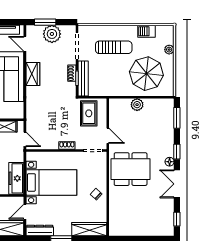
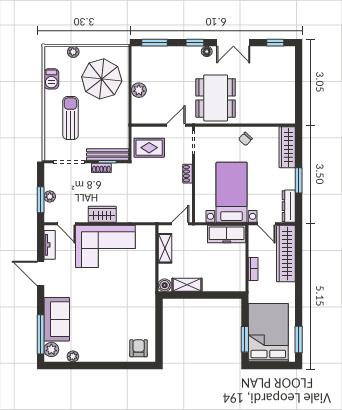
plant: (52, 34) -> (50, 196), width x0.53, depth x0.53
door: (25, 44) -> (66, 224), hinge flipped

